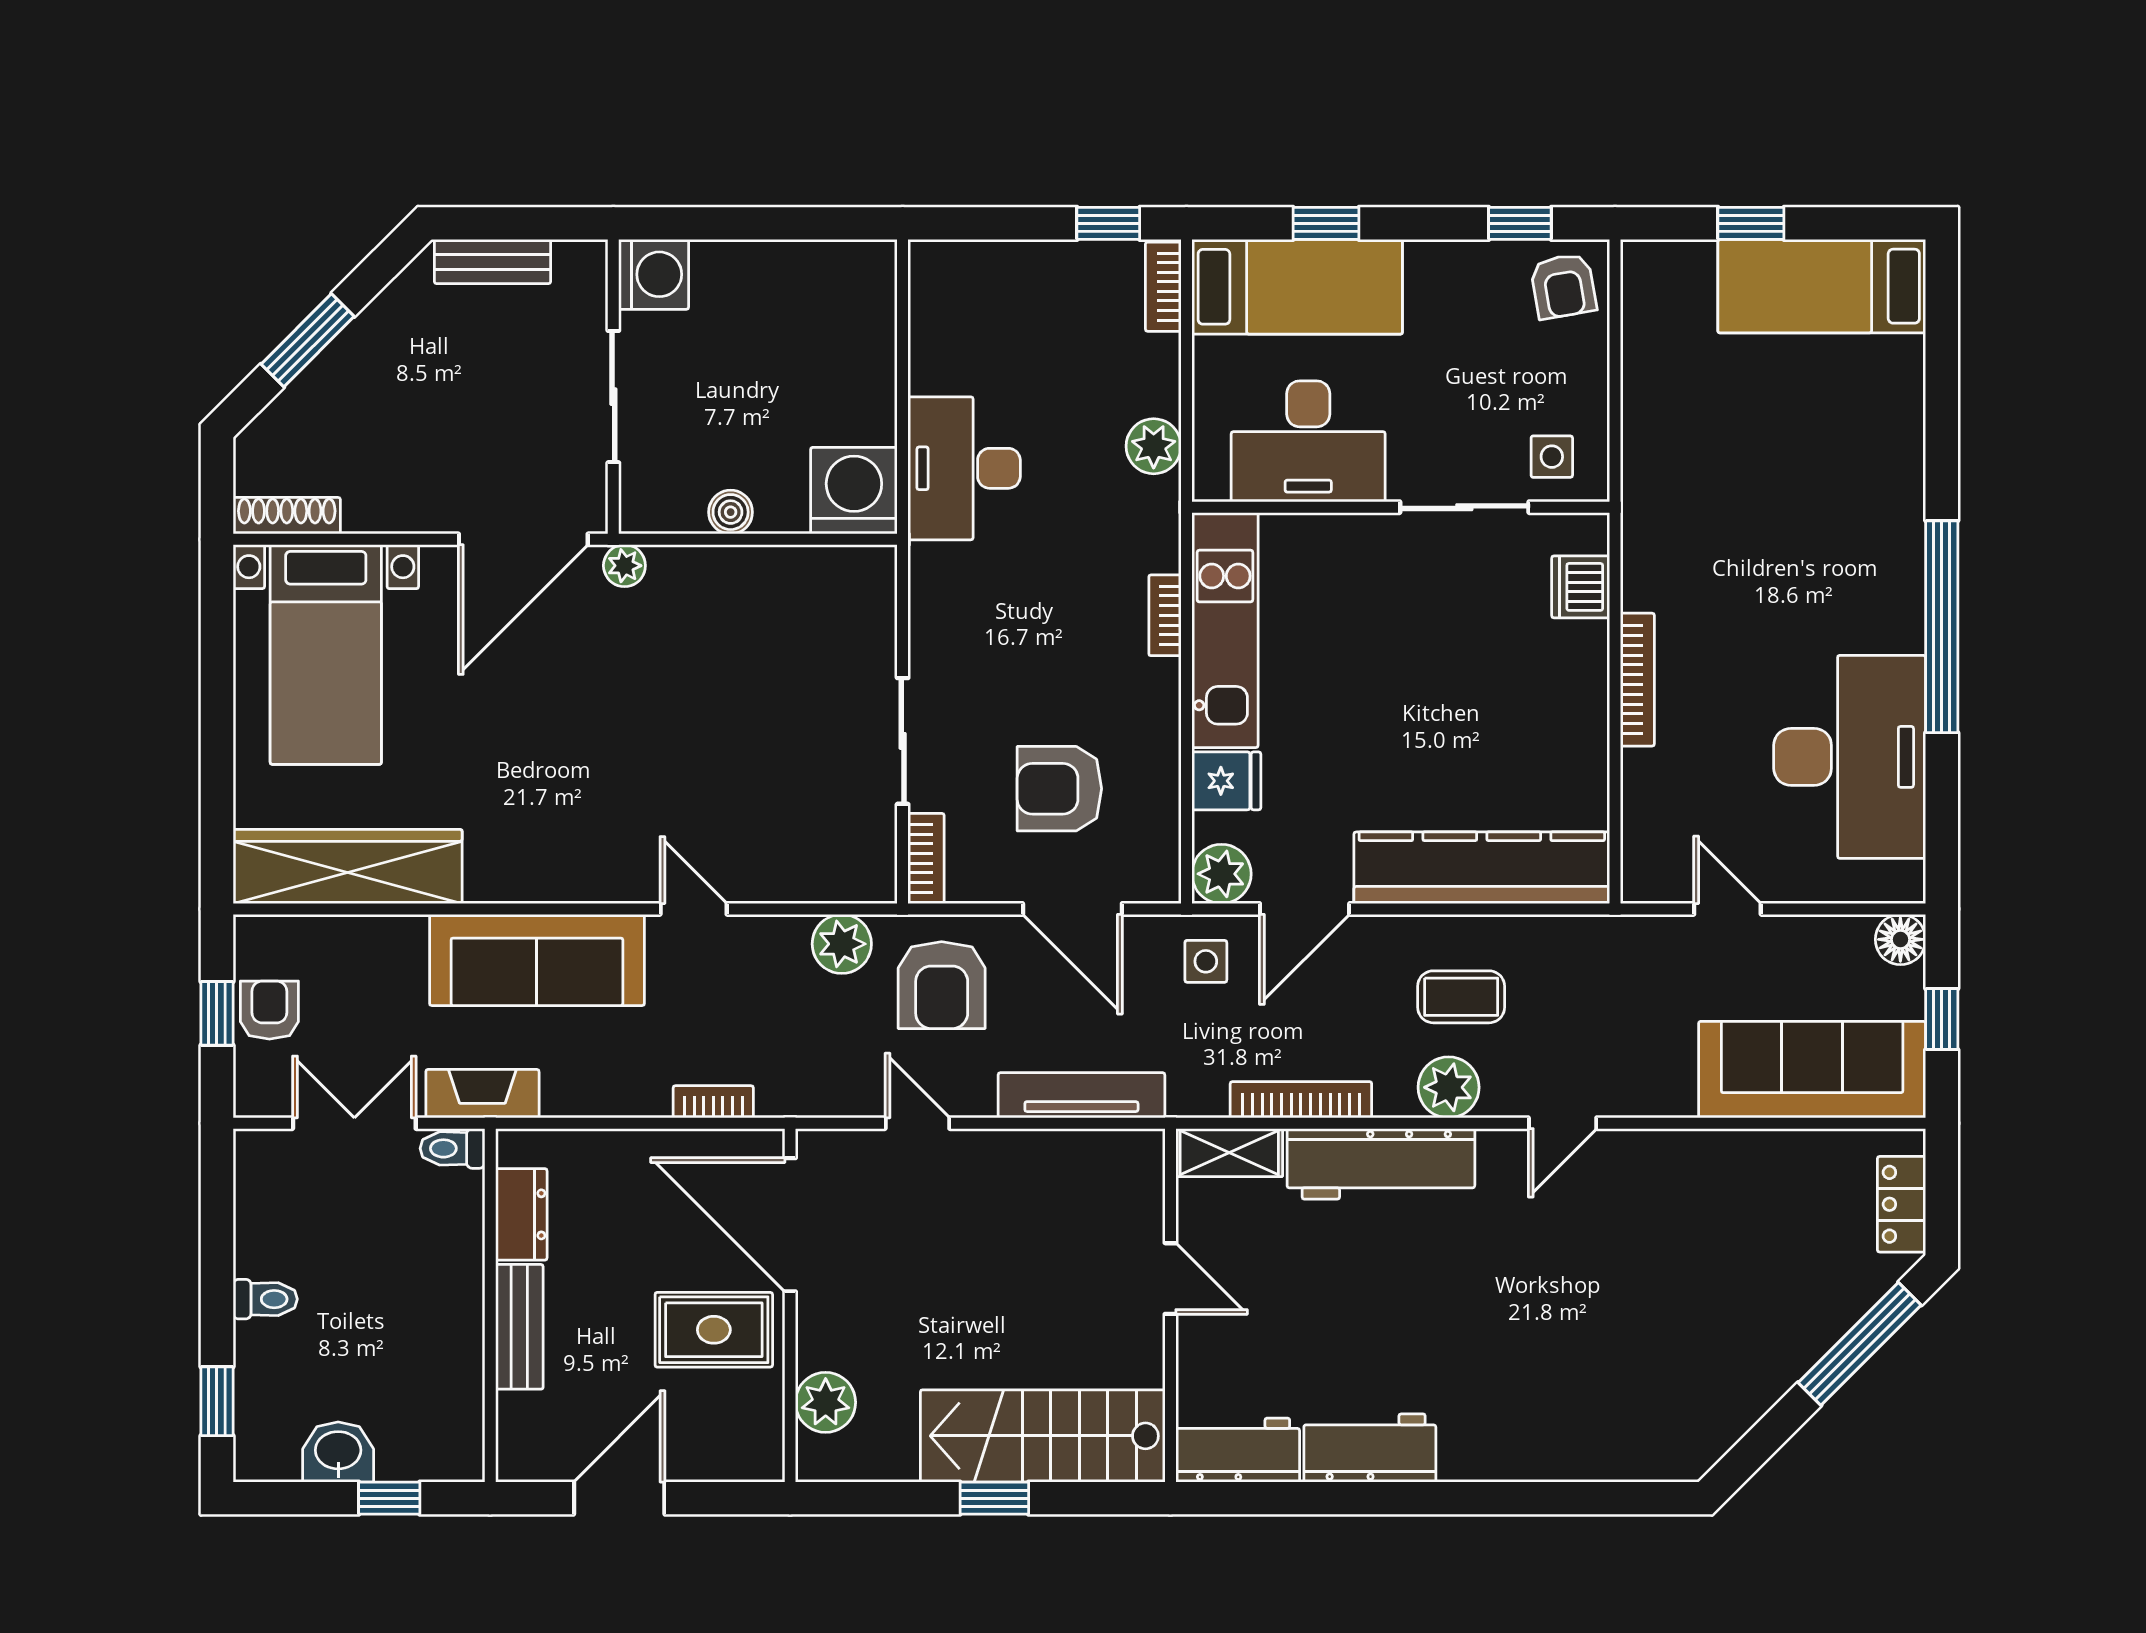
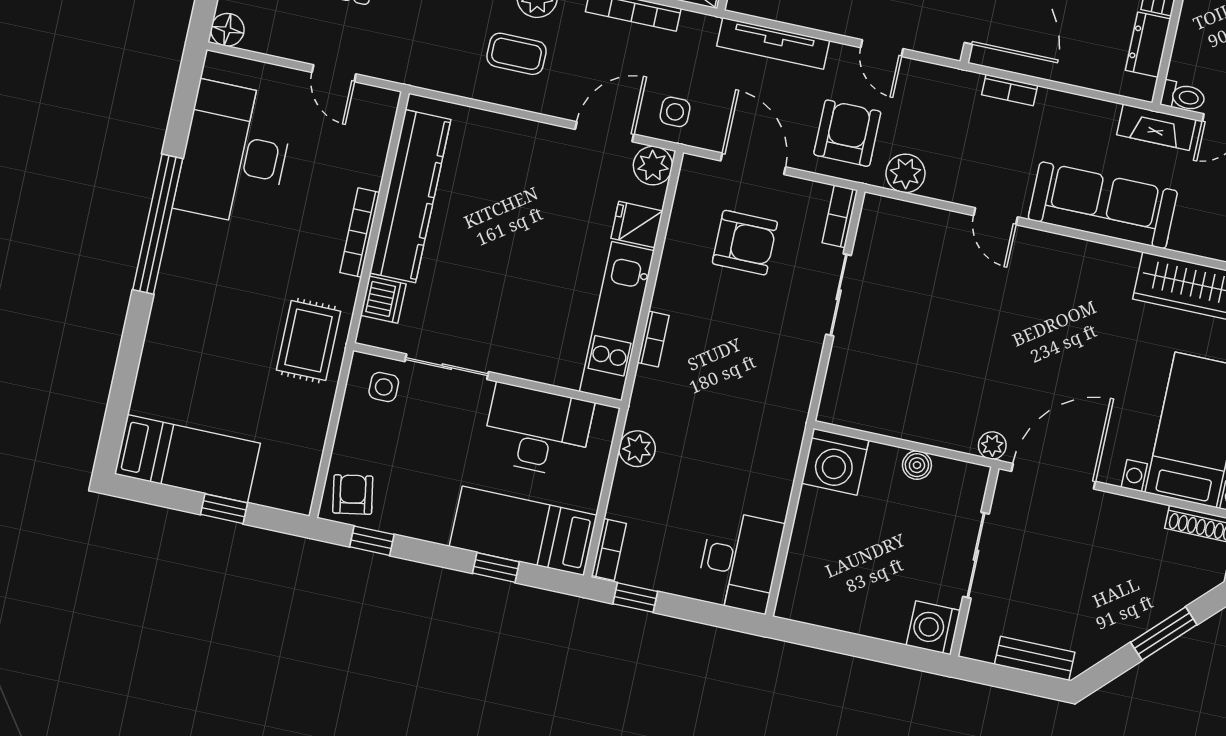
desk: (964, 468) -> (740, 562), moved
rug: (1679, 502) -> (308, 341), added
kitchen counter: (1482, 868) -> (410, 196), moved, turned -90

